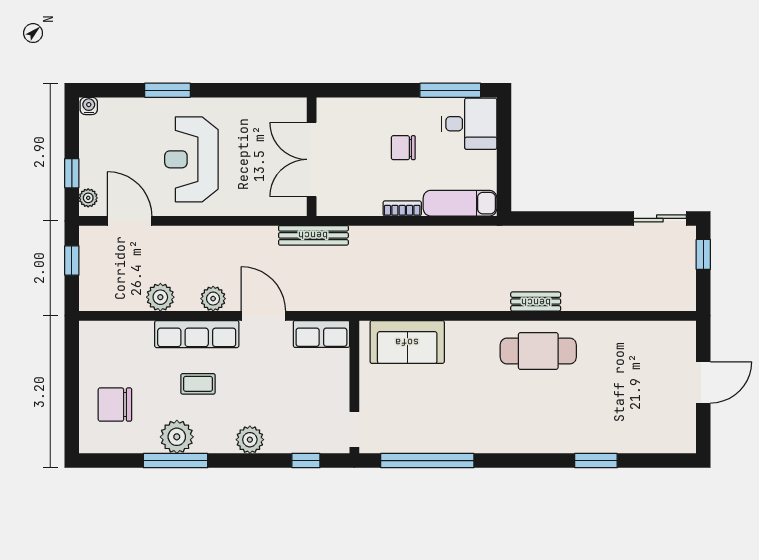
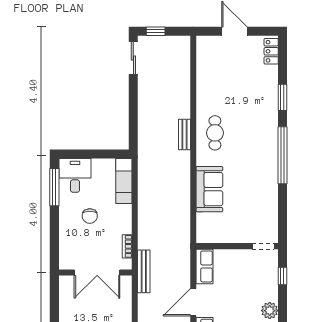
bookcase: (402, 208) -> (127, 246), moved
sofa: (407, 342) -> (209, 189), moved
cafe table: (538, 351) -> (215, 133), width x0.73, depth x0.74
locker: (671, 442) -> (271, 51), added
window: (427, 461) -> (282, 155), moved

